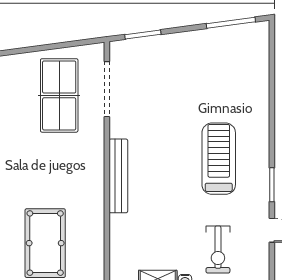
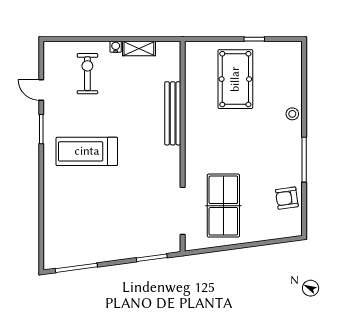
treadmill: (219, 159) -> (87, 151), turned 90
bench: (118, 176) -> (173, 113), moved

